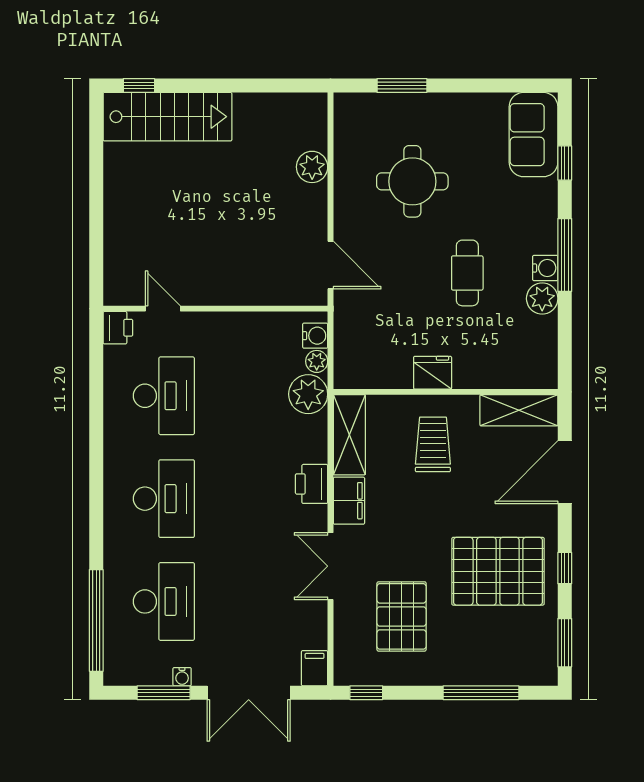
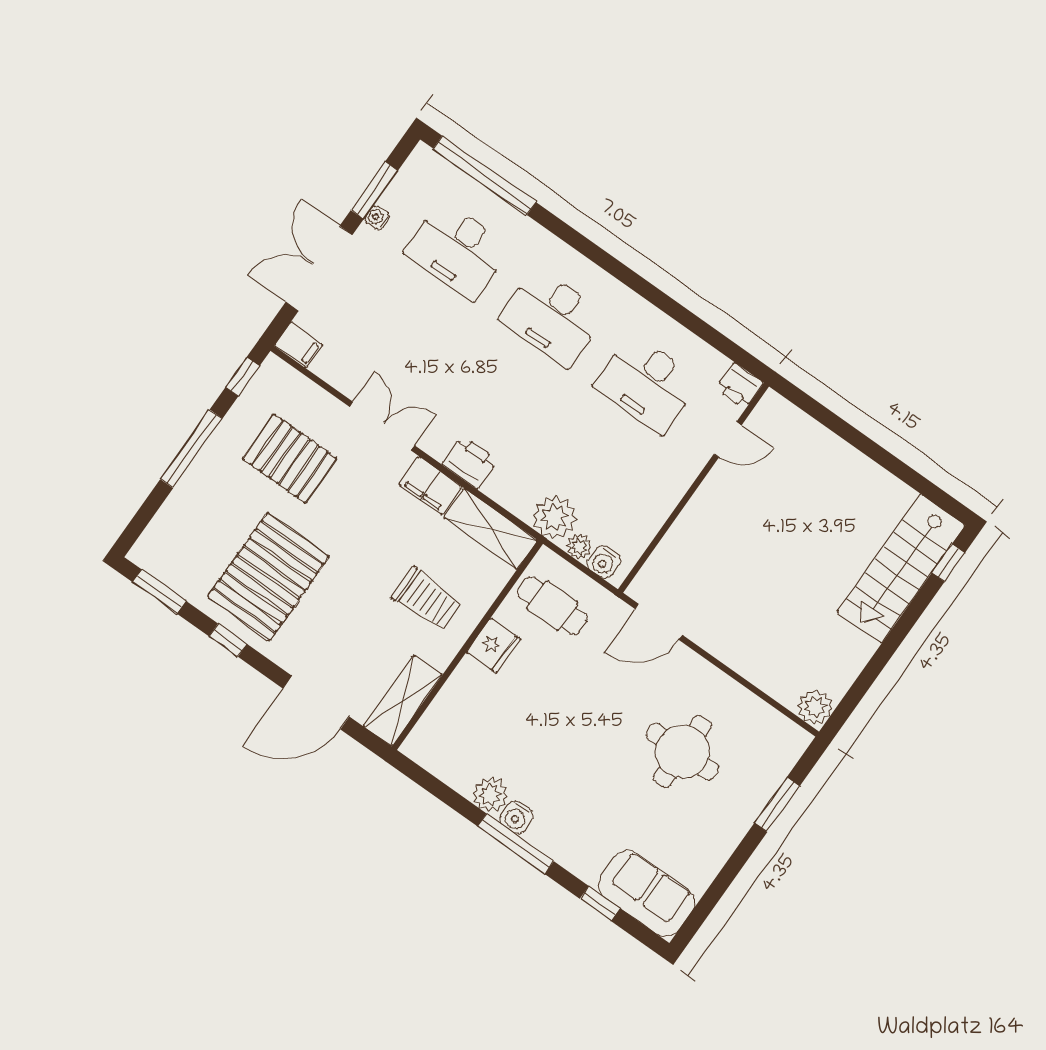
plant: (312, 167) -> (815, 707), moved
cafe table: (467, 273) -> (552, 606), moved
door: (565, 472) -> (316, 703), swing flipped
window: (481, 693) -> (191, 449), moved

